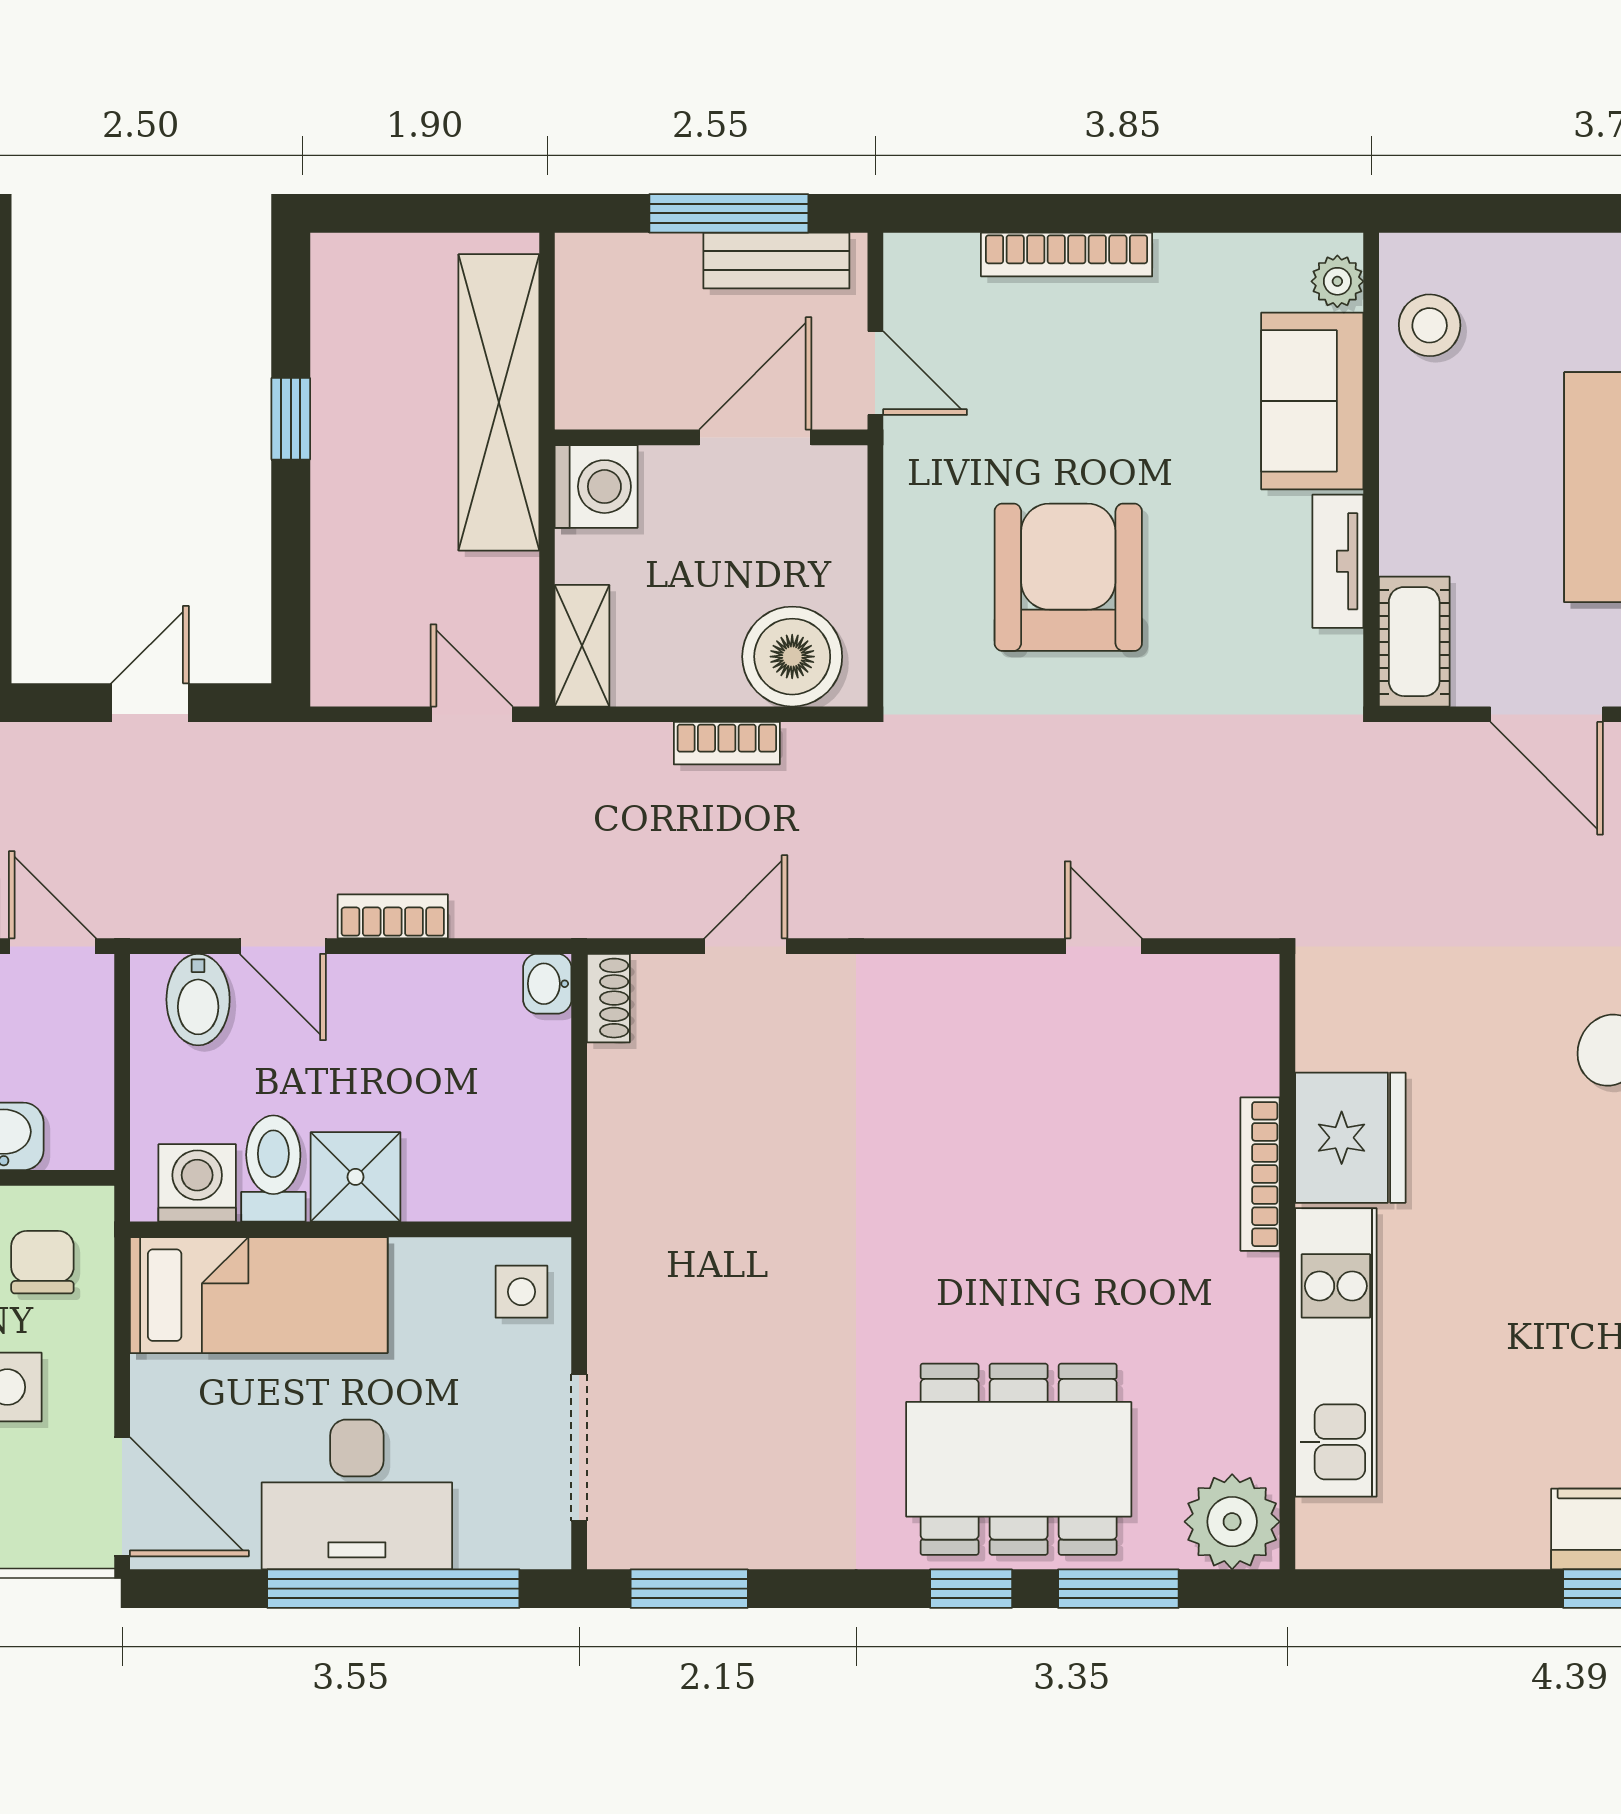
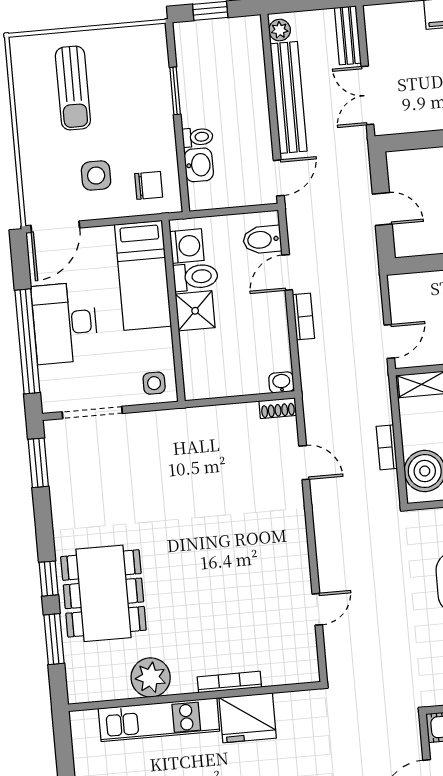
plant: (1232, 1522) -> (151, 677), moved

